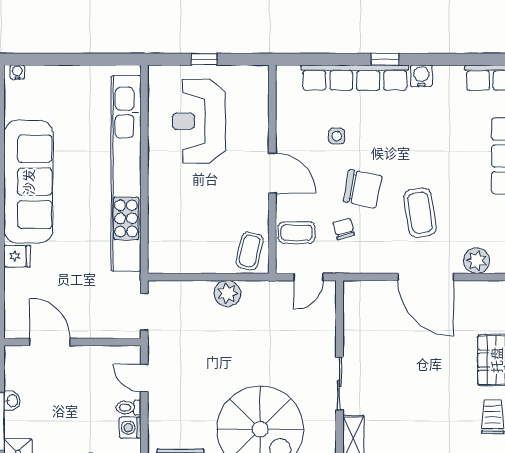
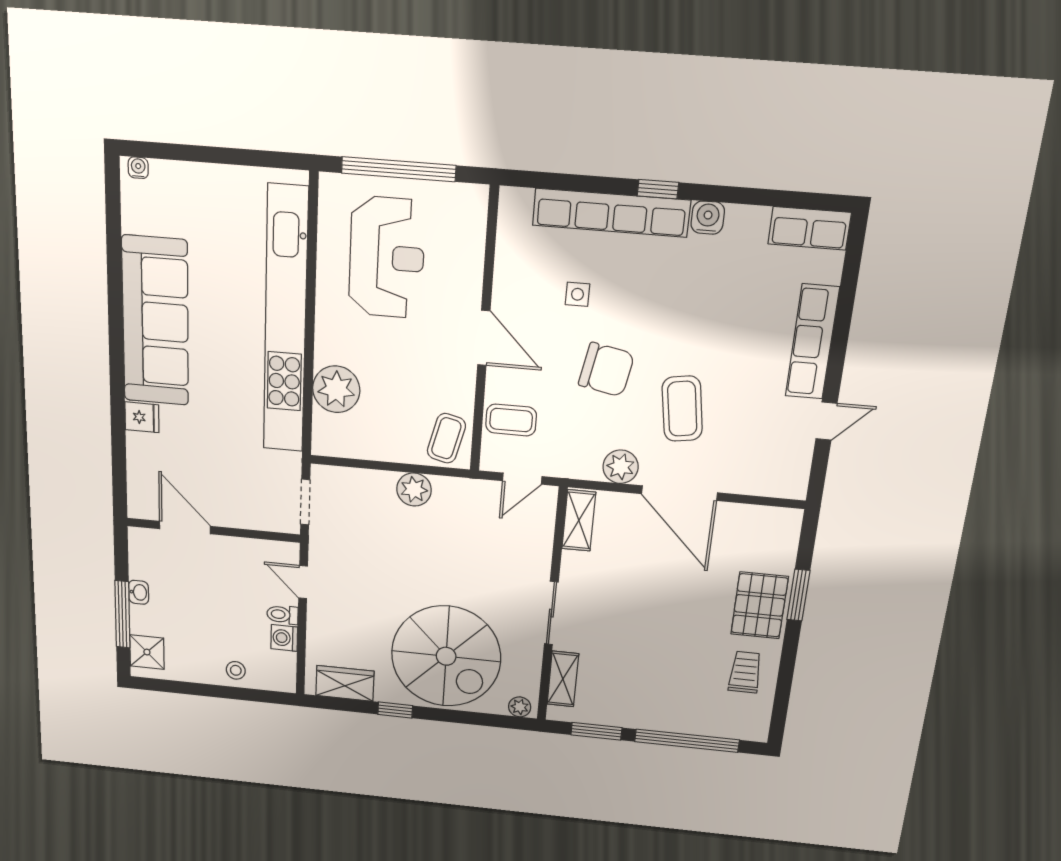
window: (204, 59) -> (399, 169), width x3.17
reception desk: (199, 121) -> (387, 258), turned 180
plant: (165, 221) -> (336, 389), added
chair: (344, 229) -> (575, 421), removed
plant: (477, 261) -> (621, 467), moved
shelving: (354, 306) -> (579, 520), added

